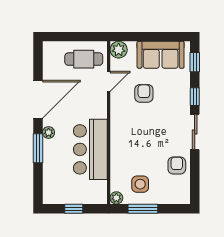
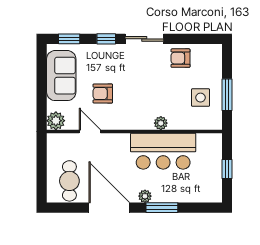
cafe table: (84, 59) -> (69, 181), moved
plant: (116, 198) -> (161, 123), moved

